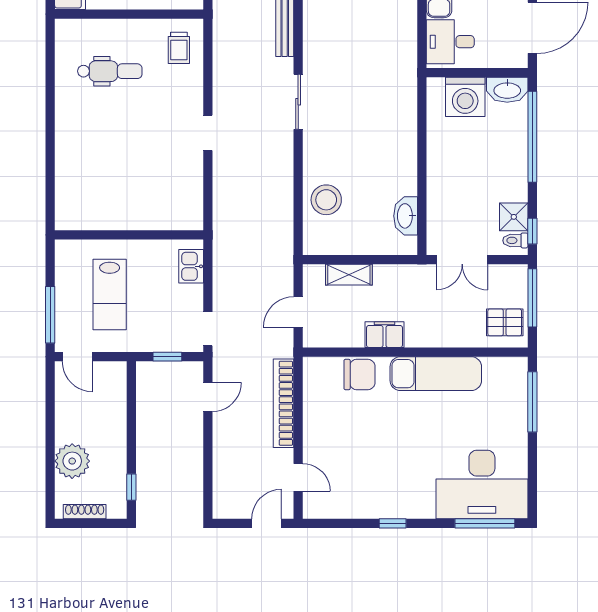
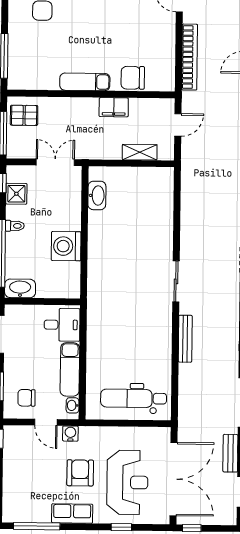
washing machine: (465, 97) -> (66, 246), moved, turned -90
stool: (326, 200) -> (156, 208), removed
toilet: (515, 240) -> (15, 226), moved
exam couch: (436, 374) -> (85, 82), width x0.73, depth x0.69

